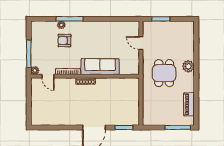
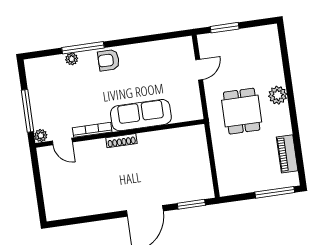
armchair: (64, 41) -> (109, 60), moved
door: (141, 43) -> (199, 70), swing flipped

